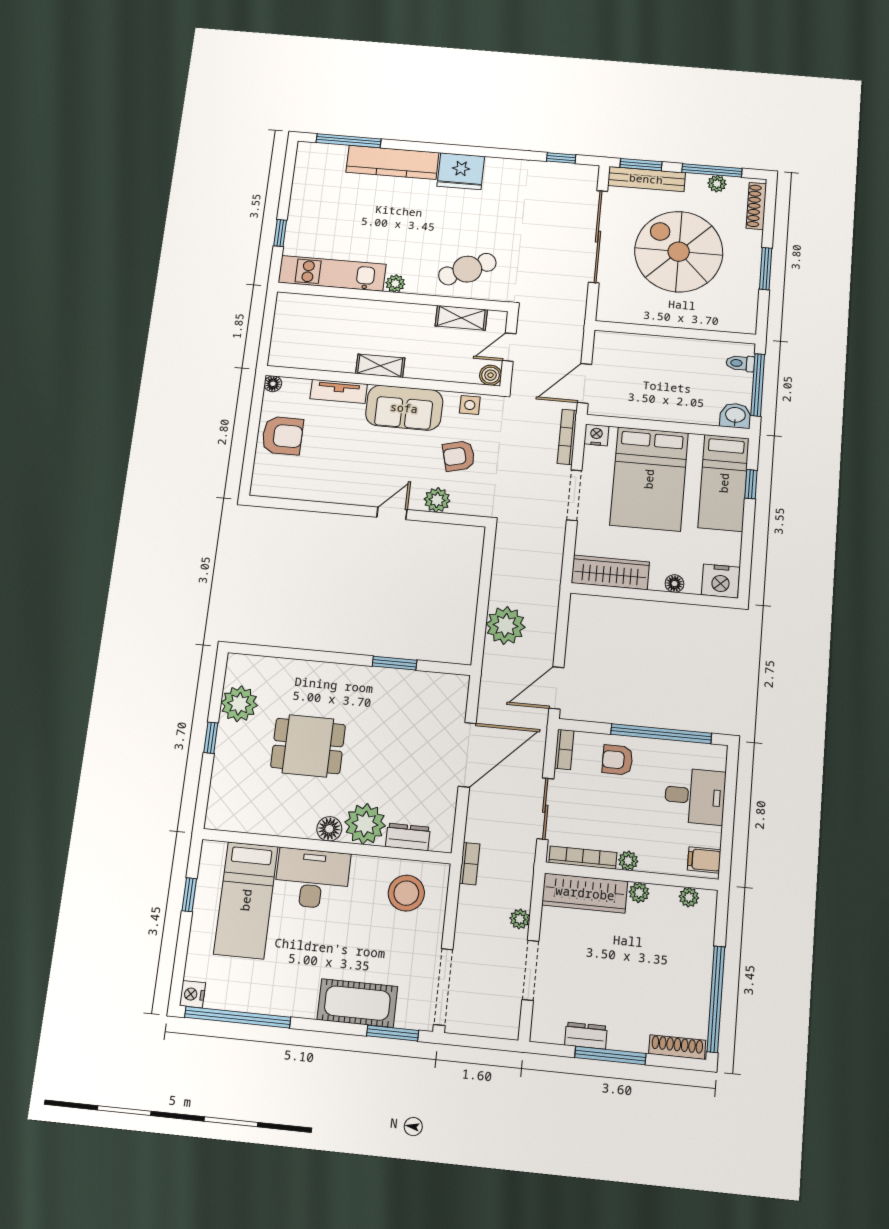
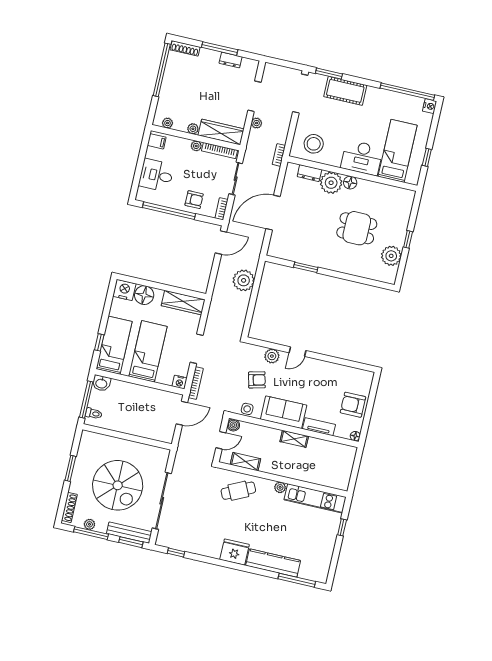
bed: (649, 479) -> (148, 351), width x0.67
floor lamp: (674, 584) -> (144, 295), width x1.89, depth x1.89

